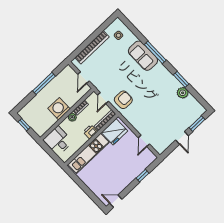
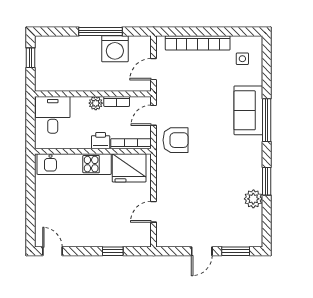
washing machine: (59, 109) -> (115, 49), moved, turned 180

